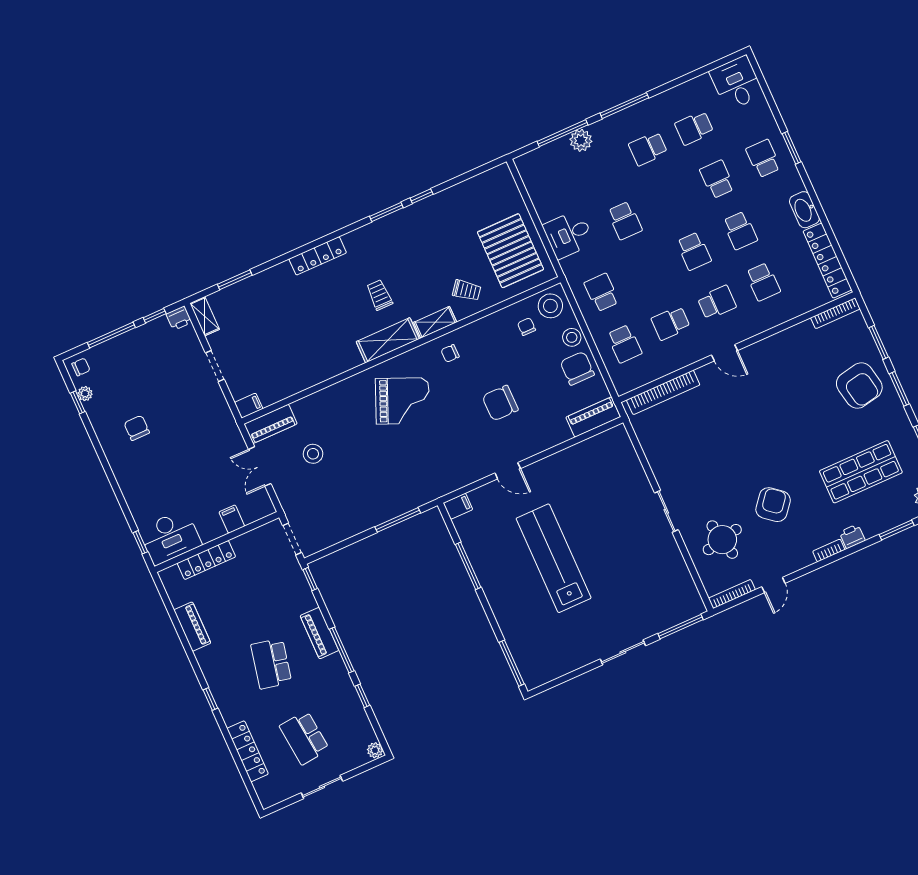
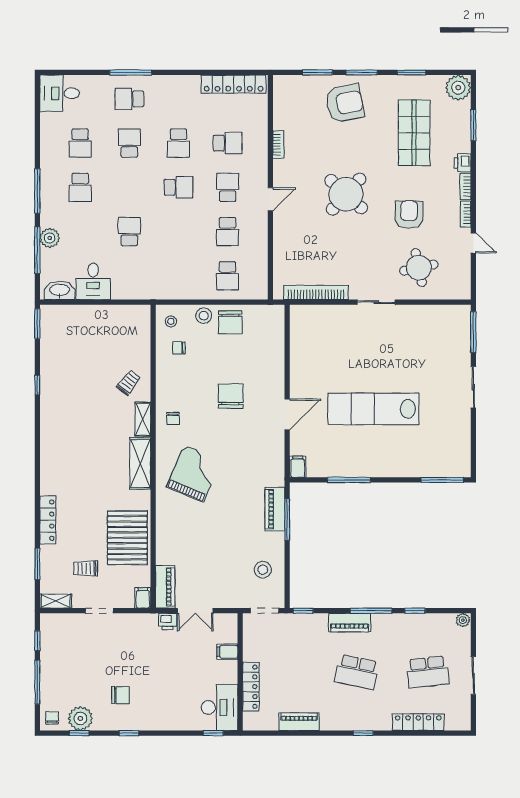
window: (792, 148) -> (131, 72), width x1.44
school desk: (717, 179) -> (129, 143), turned 90
washbasin: (804, 210) -> (60, 290), moved, turned 180
window: (386, 212) -> (37, 324), moved
school desk: (625, 221) -> (129, 232), turned -90
school desk: (740, 231) -> (178, 143), turned 90
desk: (569, 234) -> (93, 281), moved
pallet: (510, 251) -> (127, 538), moved, turned 90
locker: (318, 256) -> (48, 520), moved
school desk: (602, 292) -> (178, 276), removed
trolley: (379, 295) -> (86, 568), moved
stool: (550, 306) -> (171, 321), width x0.53, depth x0.53
bookcase: (835, 313) -> (278, 145), moved, width x0.64
printer: (179, 318) -> (168, 621), moved, turned 90
school desk: (624, 344) -> (228, 276), turned 90
chair: (577, 368) -> (230, 322), turned -90
bookcase: (663, 392) -> (316, 292), moved, turned -90
plant: (85, 394) -> (80, 718), width x1.87, depth x1.87
chair: (500, 403) -> (231, 396), turned 180
piano: (593, 417) -> (275, 509), moved
chair: (137, 428) -> (121, 695), turned 180
round table: (765, 429) -> (346, 194), added
window: (101, 454) -> (129, 733), added
stool: (313, 454) -> (263, 570), moved
door: (508, 471) -> (287, 414), width x1.38
armchair: (773, 505) -> (409, 215), turned 52
bookcase: (732, 594) -> (466, 214), moved, width x0.64

